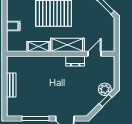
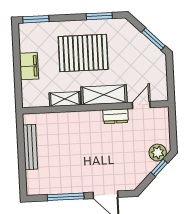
filing cabinet: (13, 26) -> (29, 66), width x2.00
bench: (11, 85) -> (30, 147), width x1.36

